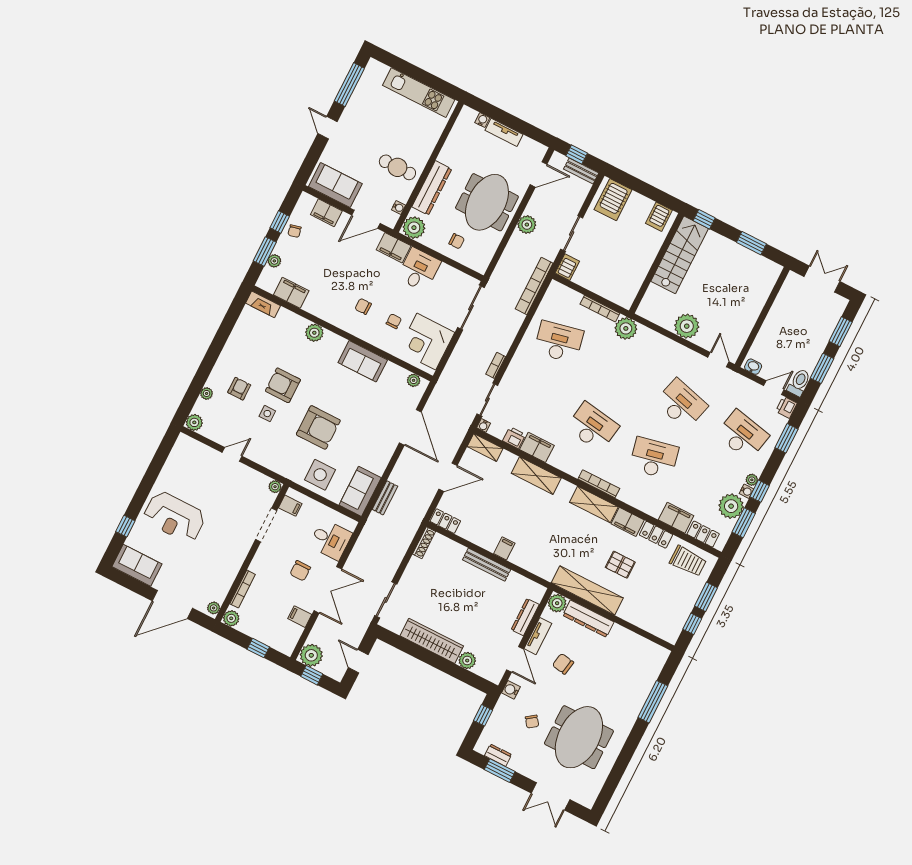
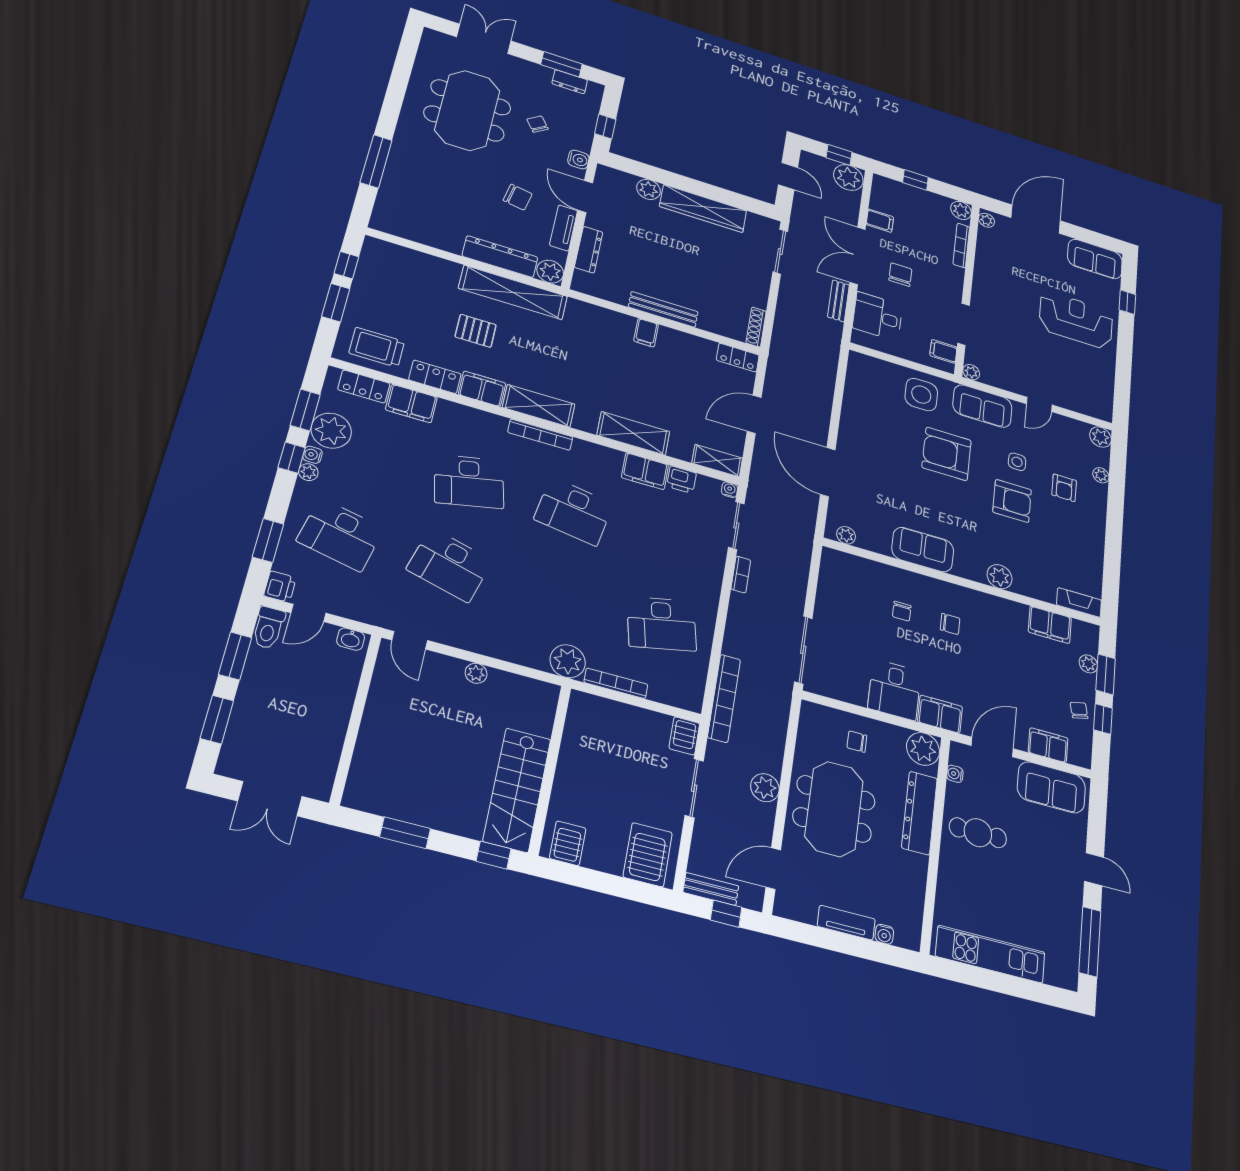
plant: (687, 326) -> (476, 673), width x0.53, depth x0.53
corner desk: (426, 342) -> (848, 591), removed
sofa: (360, 491) -> (982, 406), moved, turned 90
bench: (385, 498) -> (838, 301), moved

